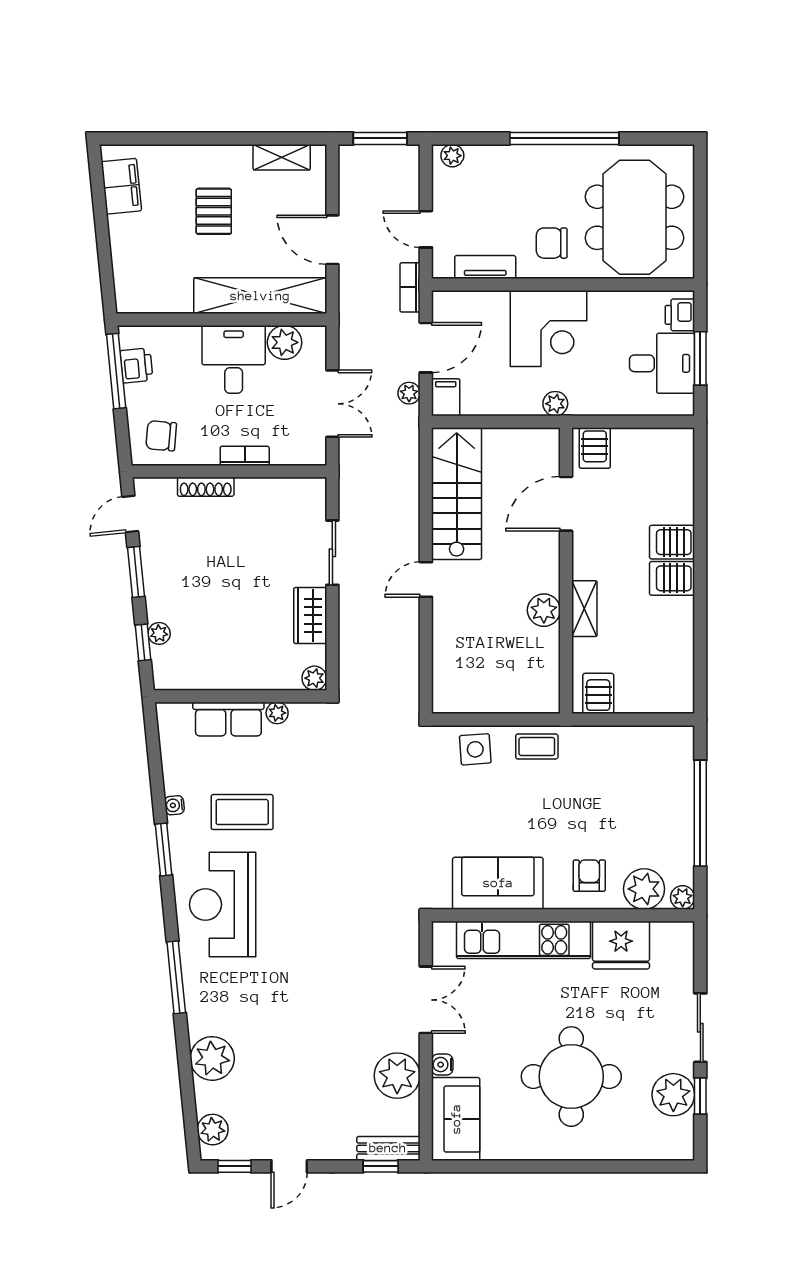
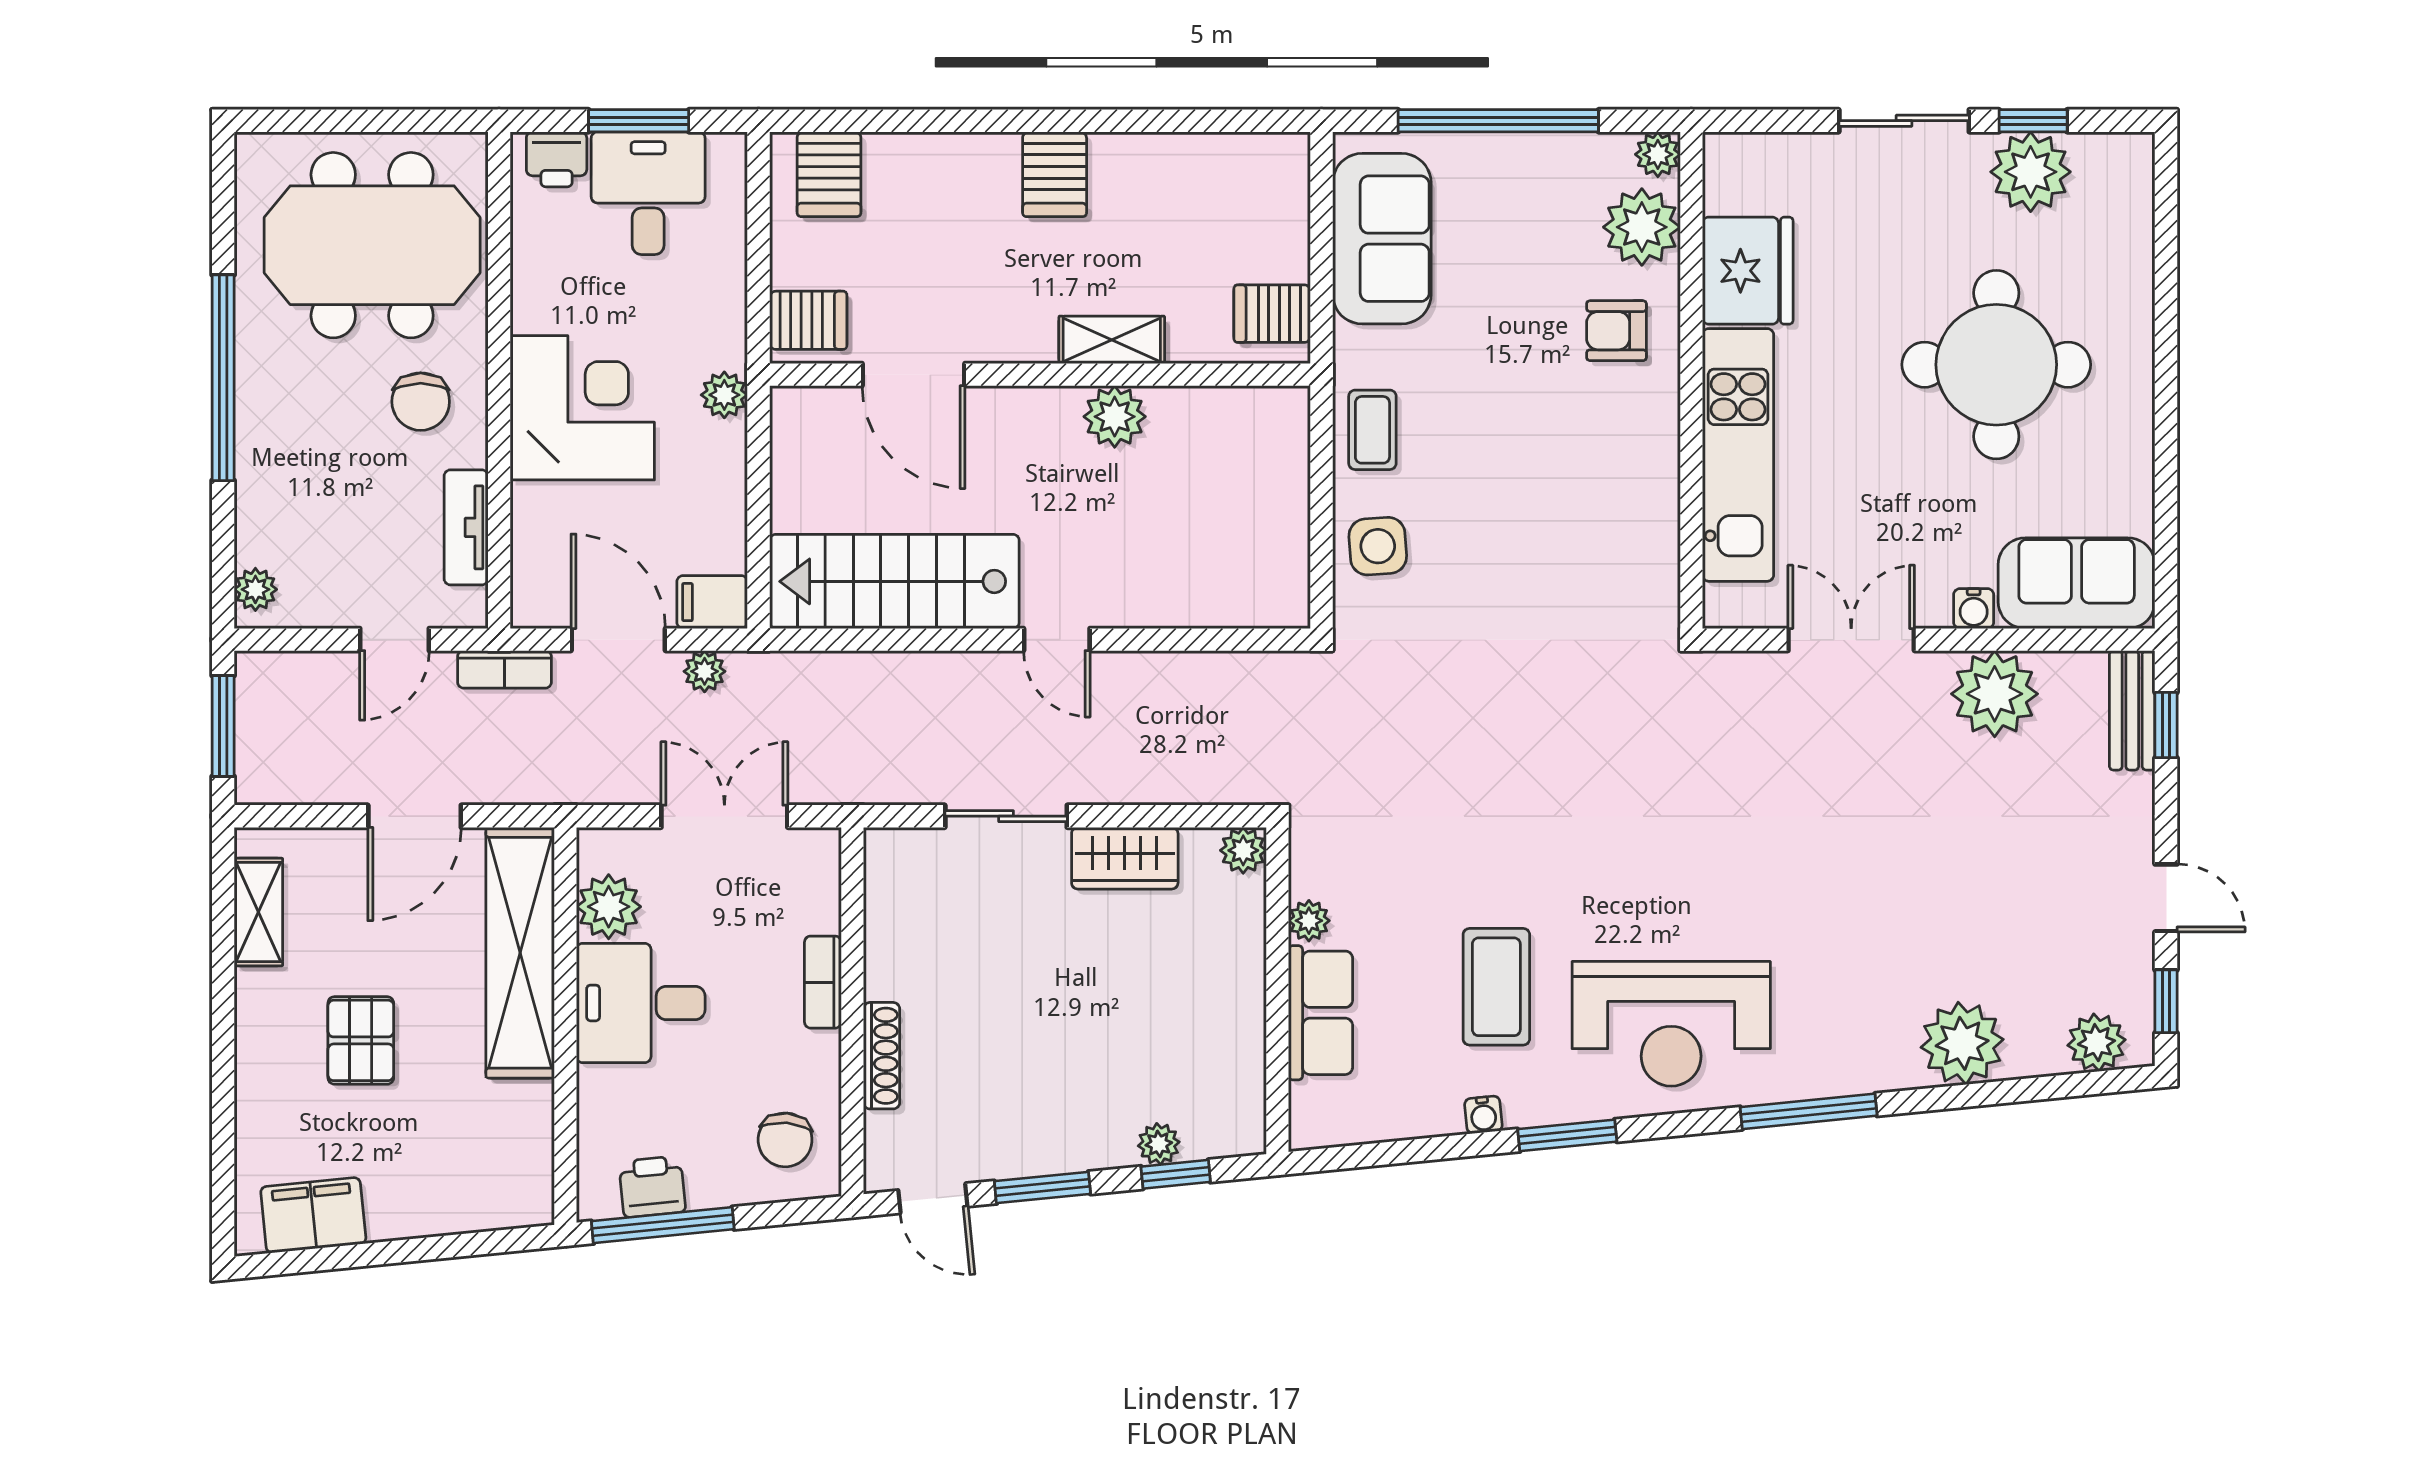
pallet: (214, 211) -> (361, 1040), turned 90
server rack: (672, 542) -> (829, 174), moved
sofa: (498, 883) -> (1382, 239), moved, turned 180

